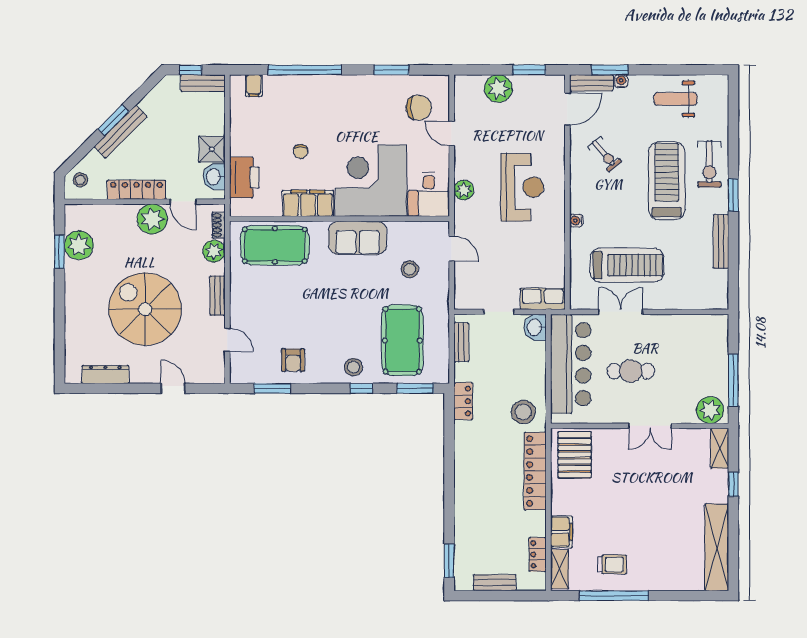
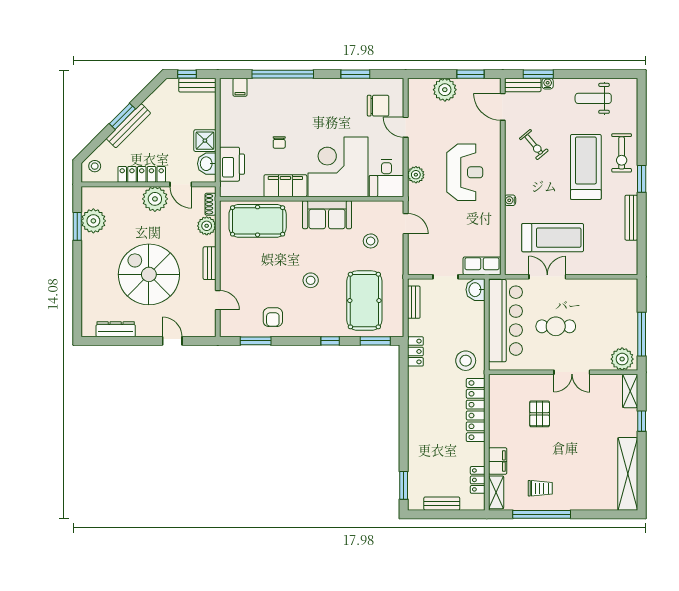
door: (567, 109) -> (503, 107), swing flipped
stool: (353, 367) -> (311, 280), moved
pallet: (575, 455) -> (540, 414), moved, width x0.67, depth x0.71

